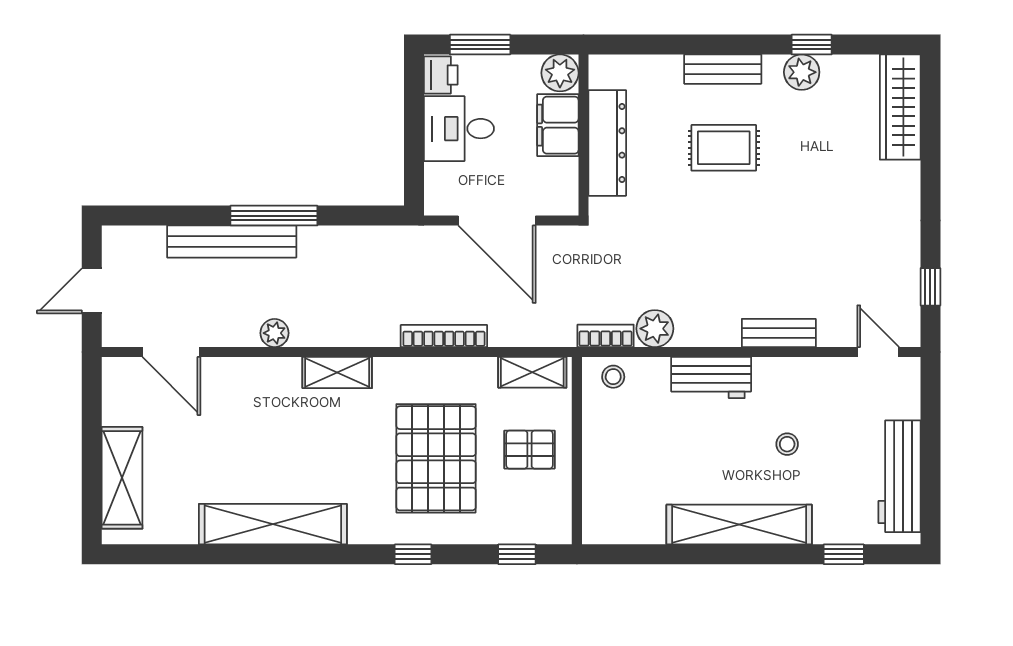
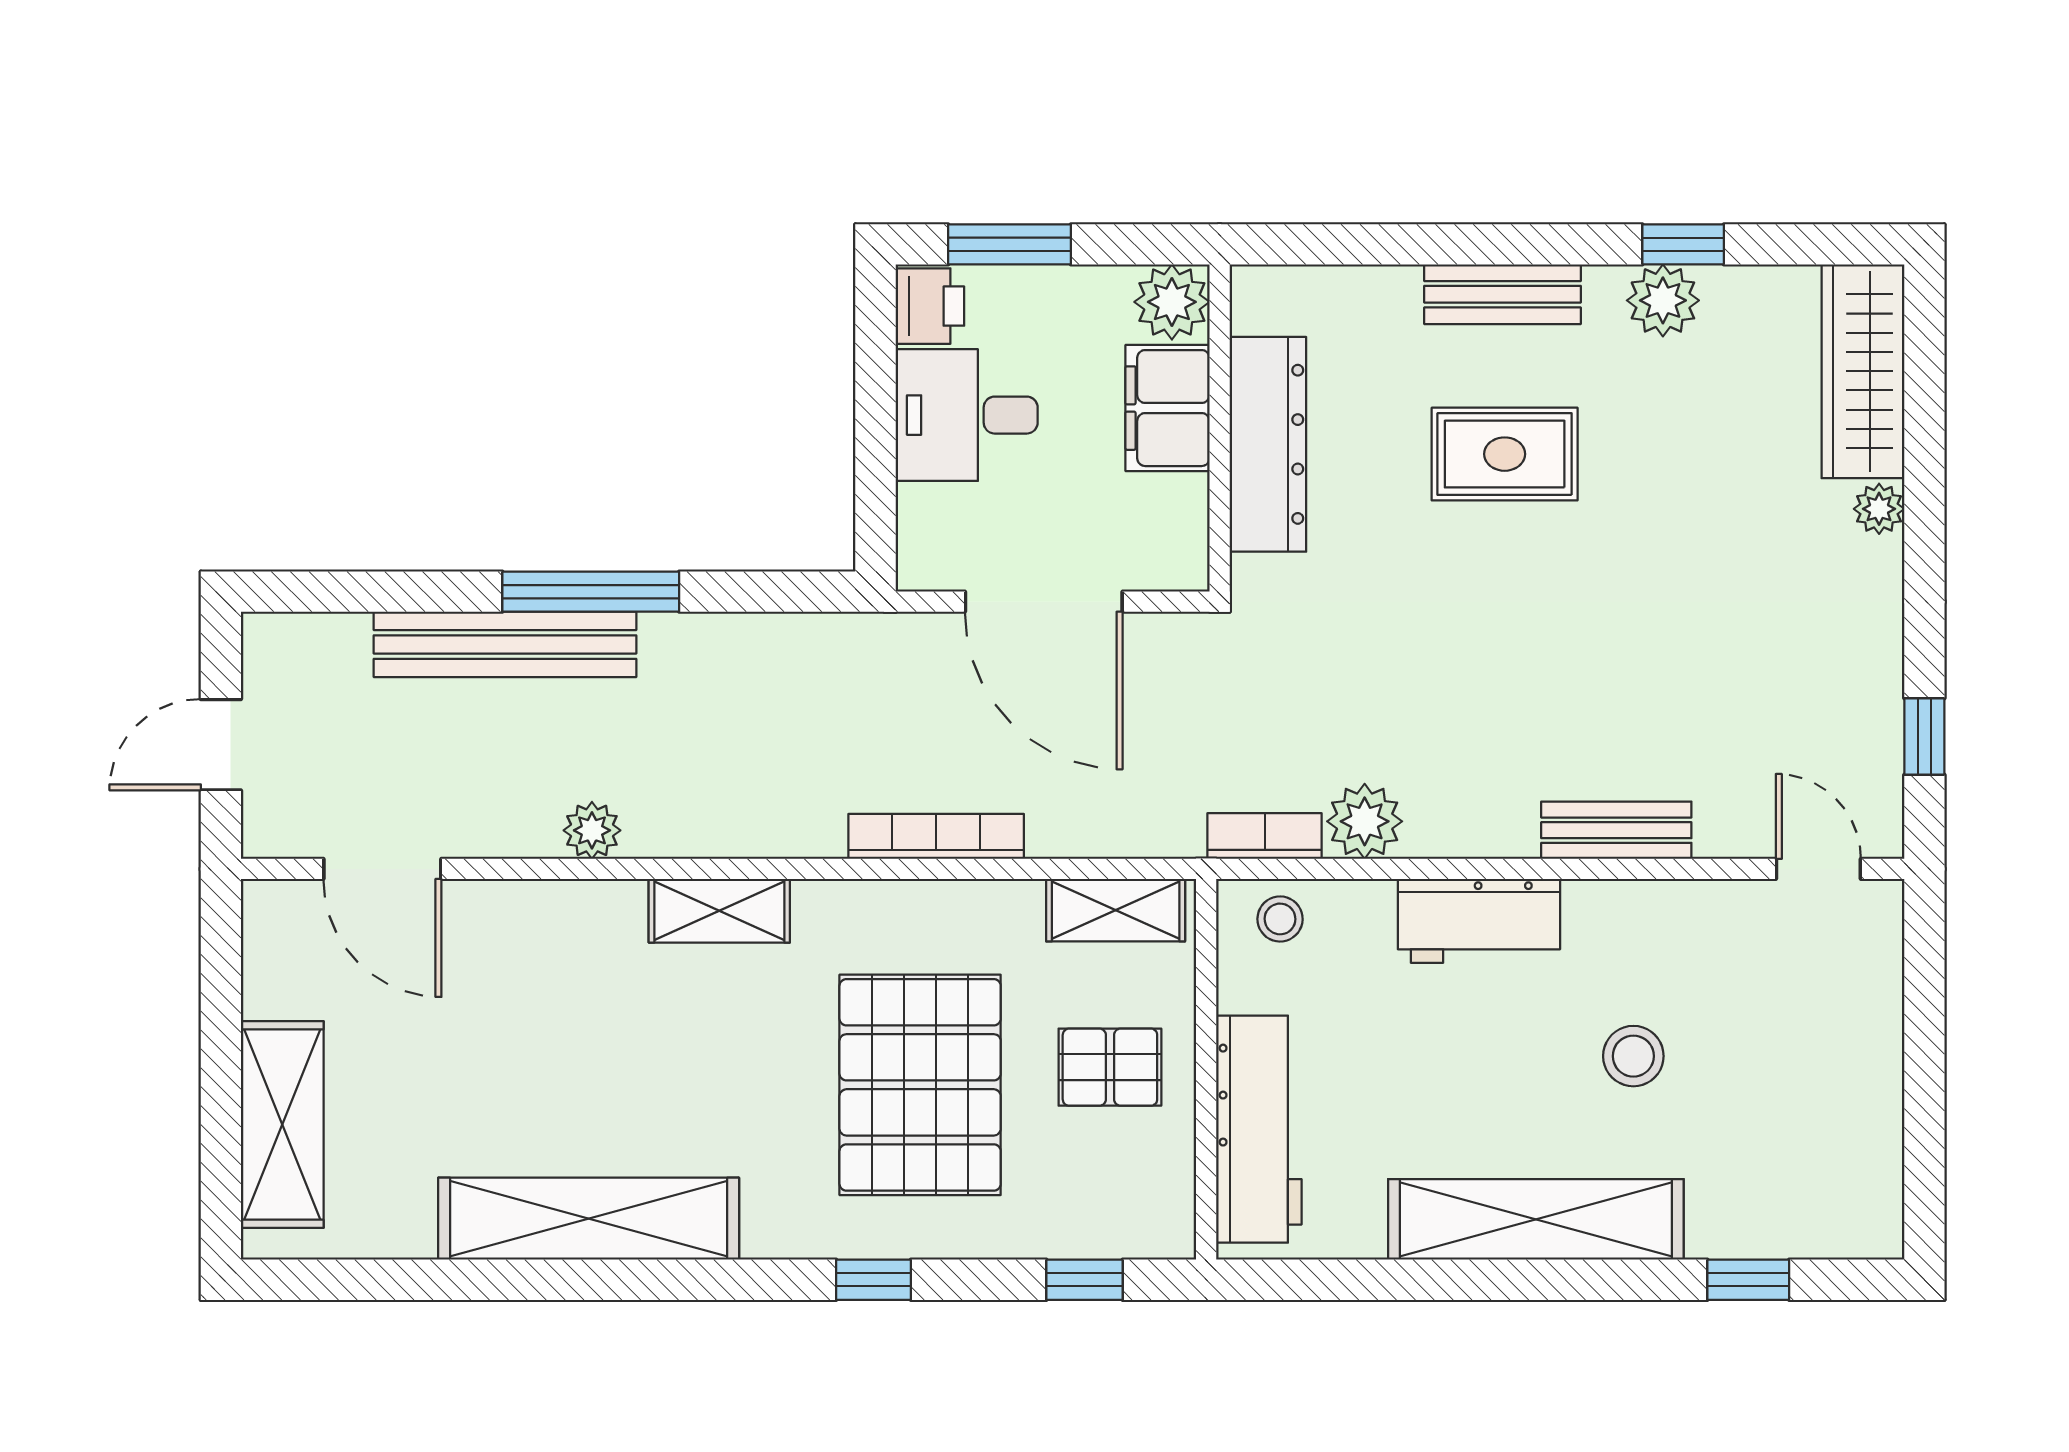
plant: (908, 175) -> (1879, 509), added
stool: (787, 444) -> (1633, 1056), width x1.37, depth x1.37
workbench: (900, 476) -> (1259, 1129), moved, turned 180

